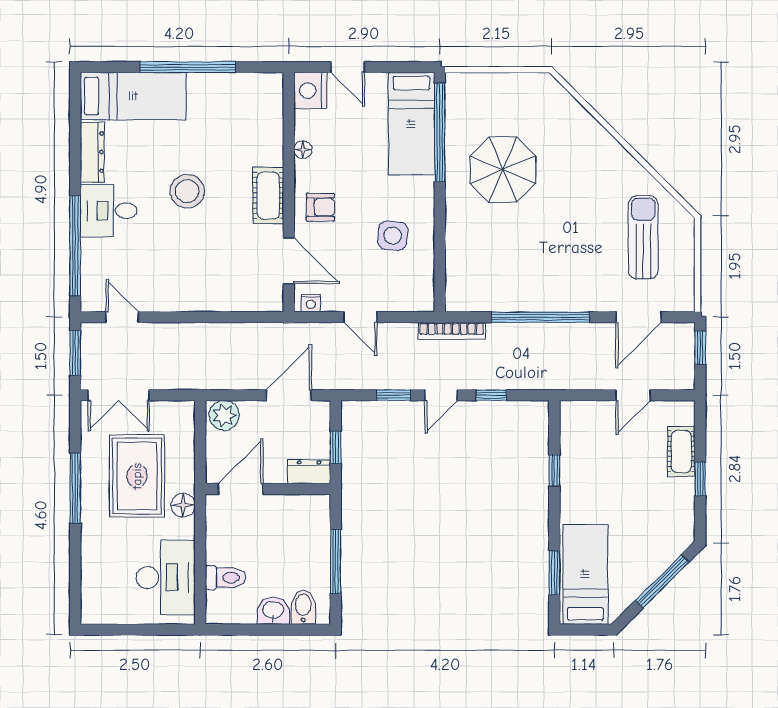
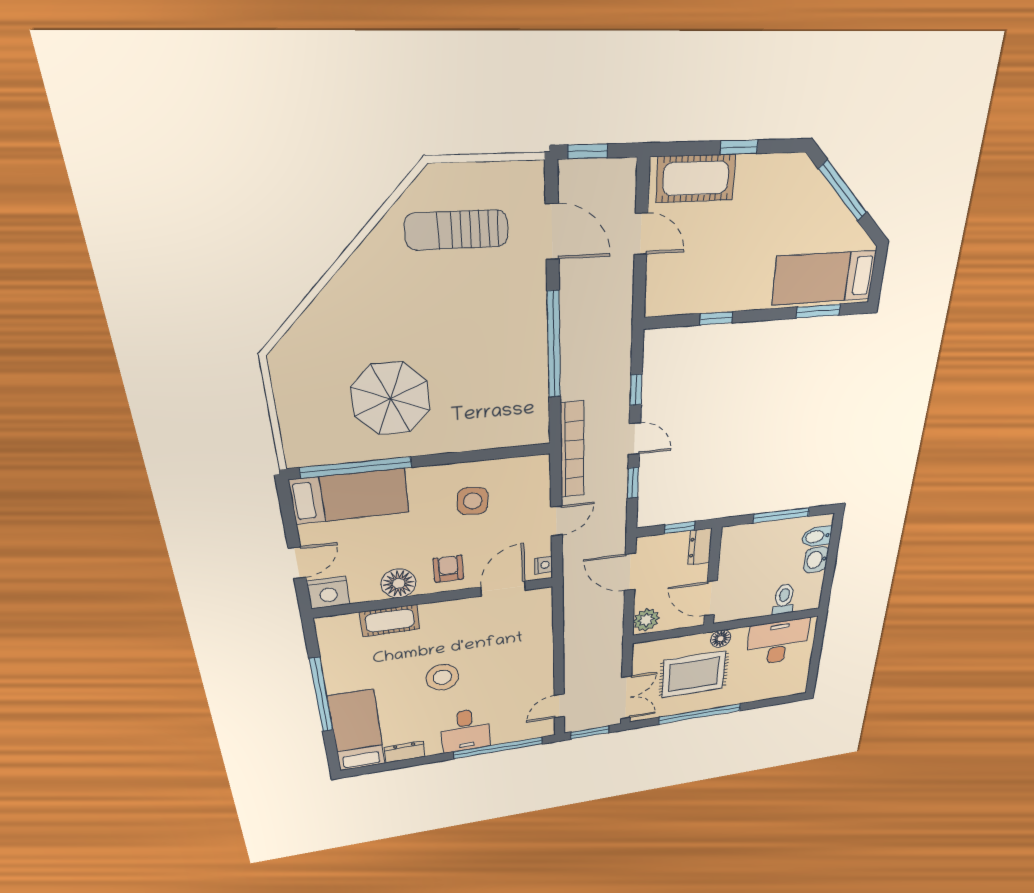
floor lamp: (303, 150) -> (399, 583), width x1.89, depth x1.89
dresser: (92, 152) -> (405, 752), width x0.70
cot: (268, 195) -> (390, 621), moved
bookcase: (452, 331) -> (572, 450), width x1.48, depth x1.31
cot: (681, 451) -> (696, 178), width x1.37, depth x1.34
window: (75, 488) -> (700, 714), width x1.46

